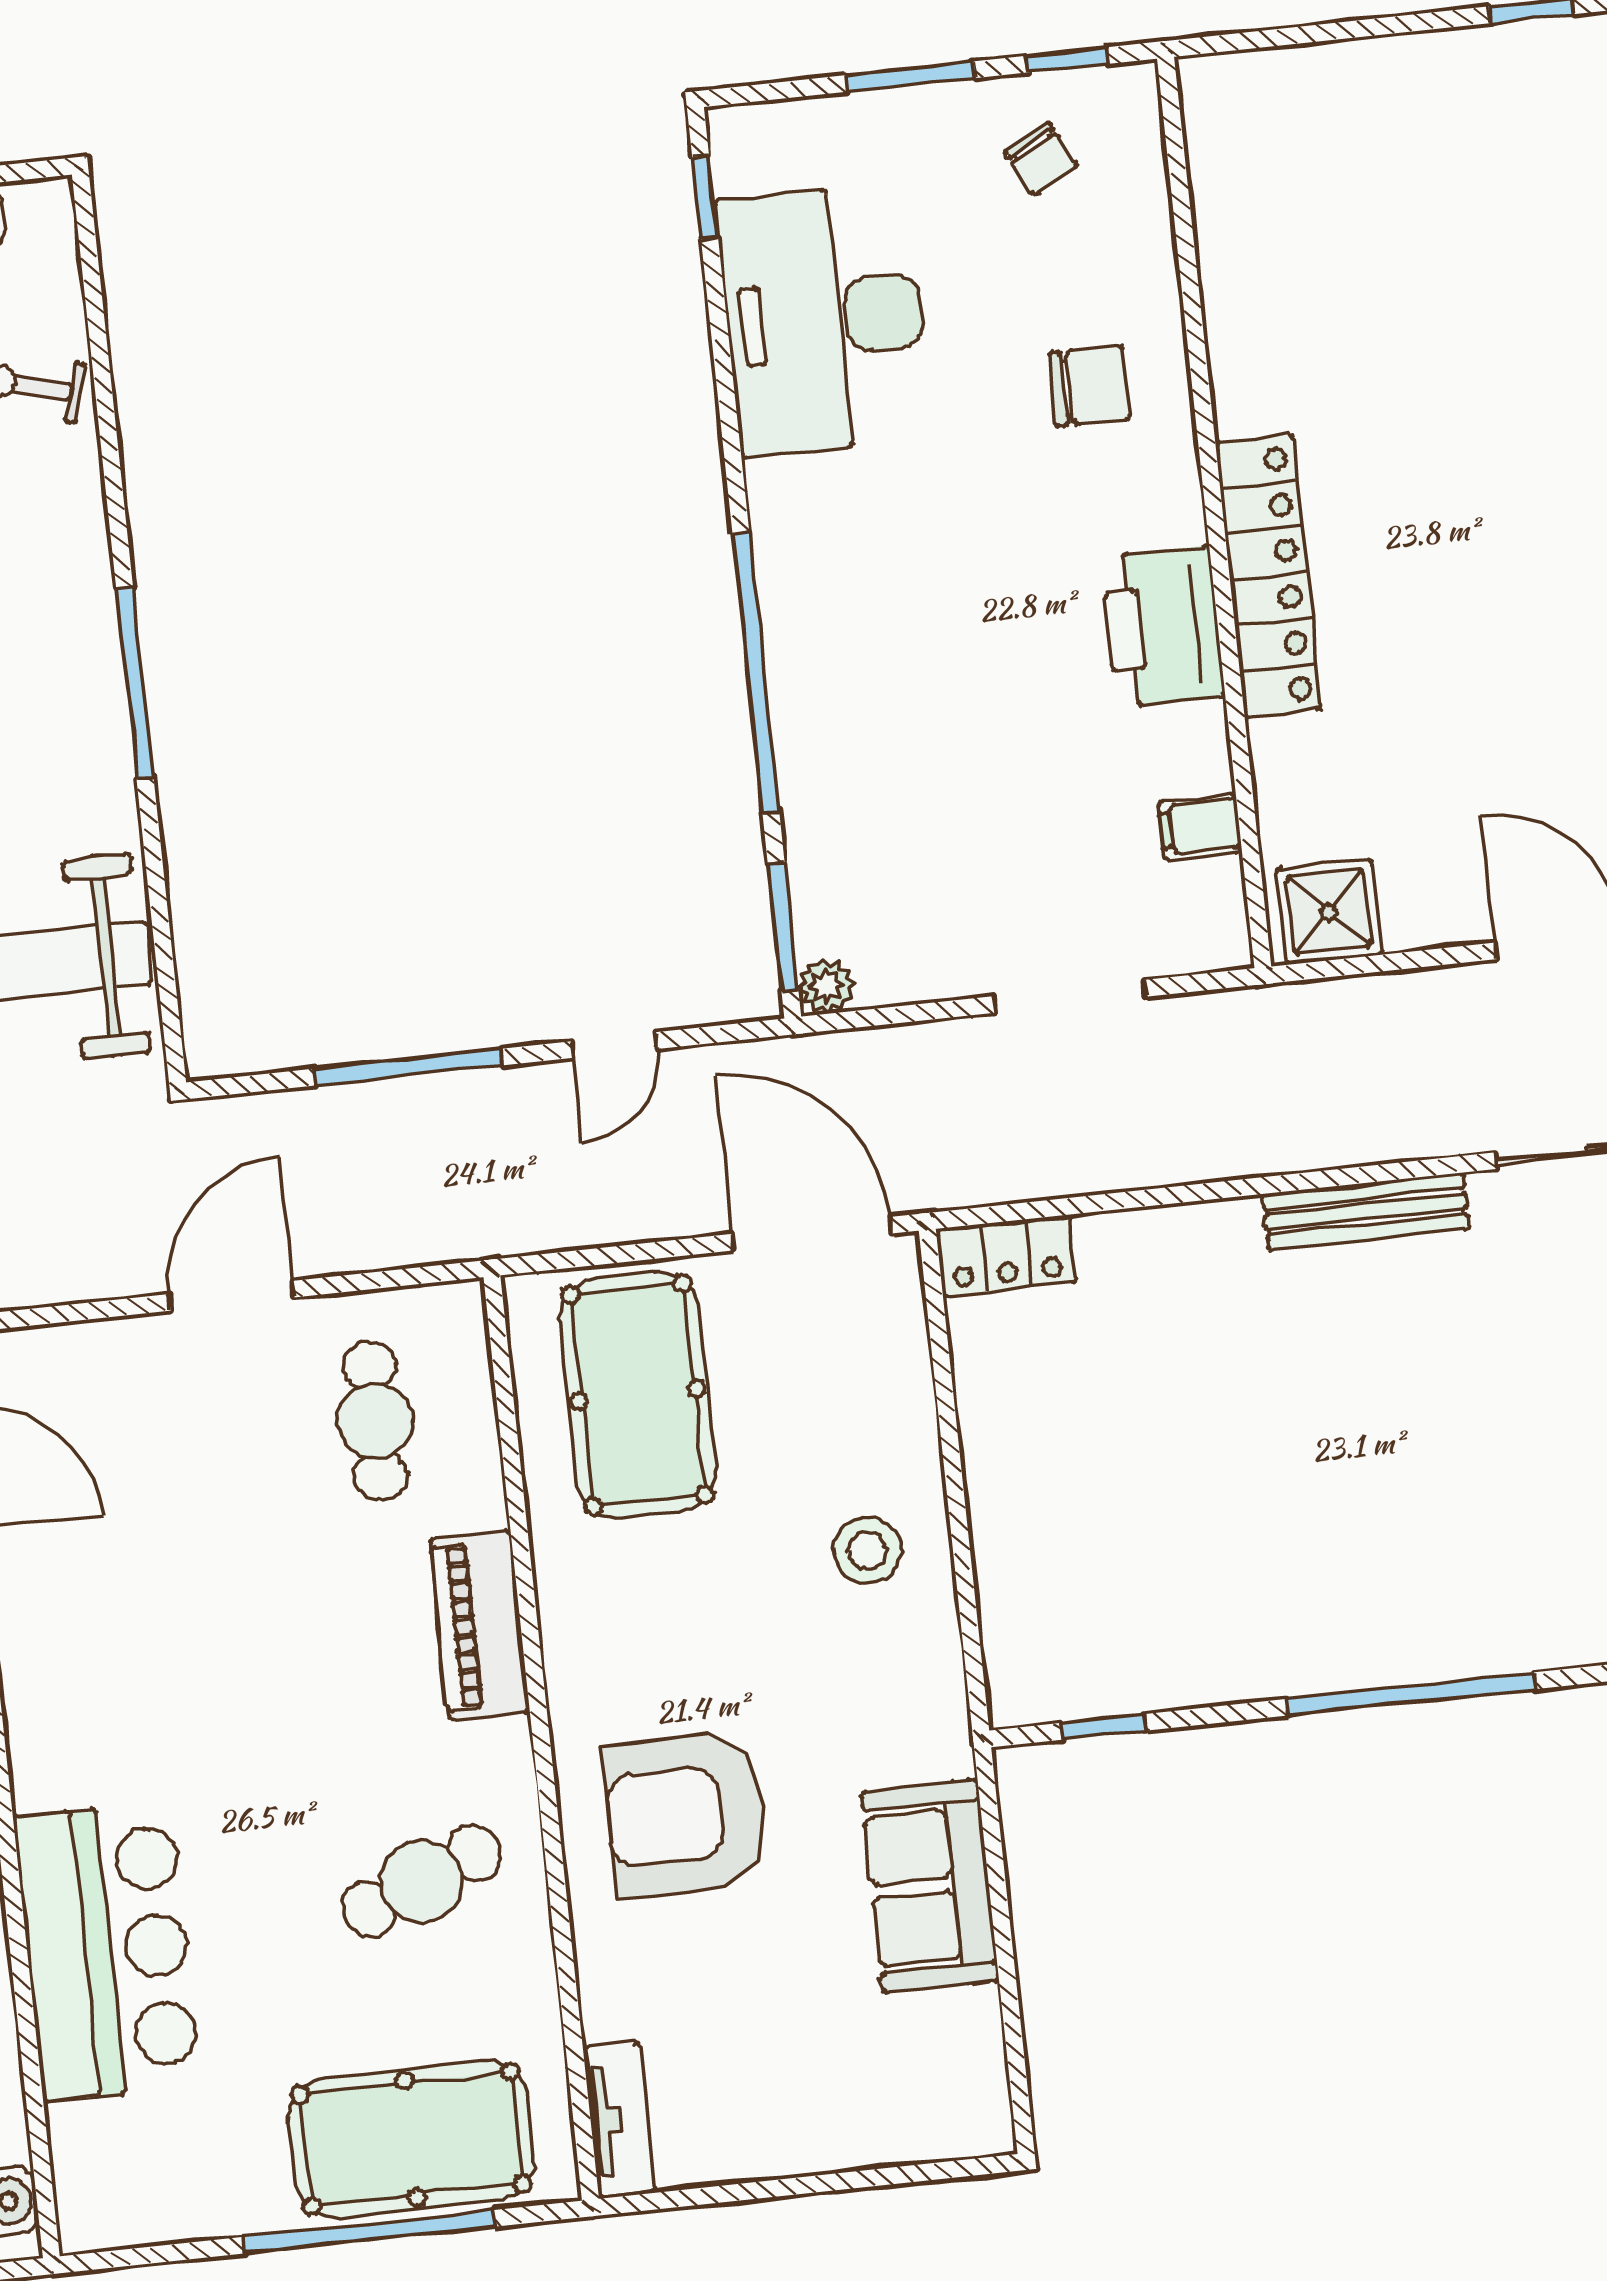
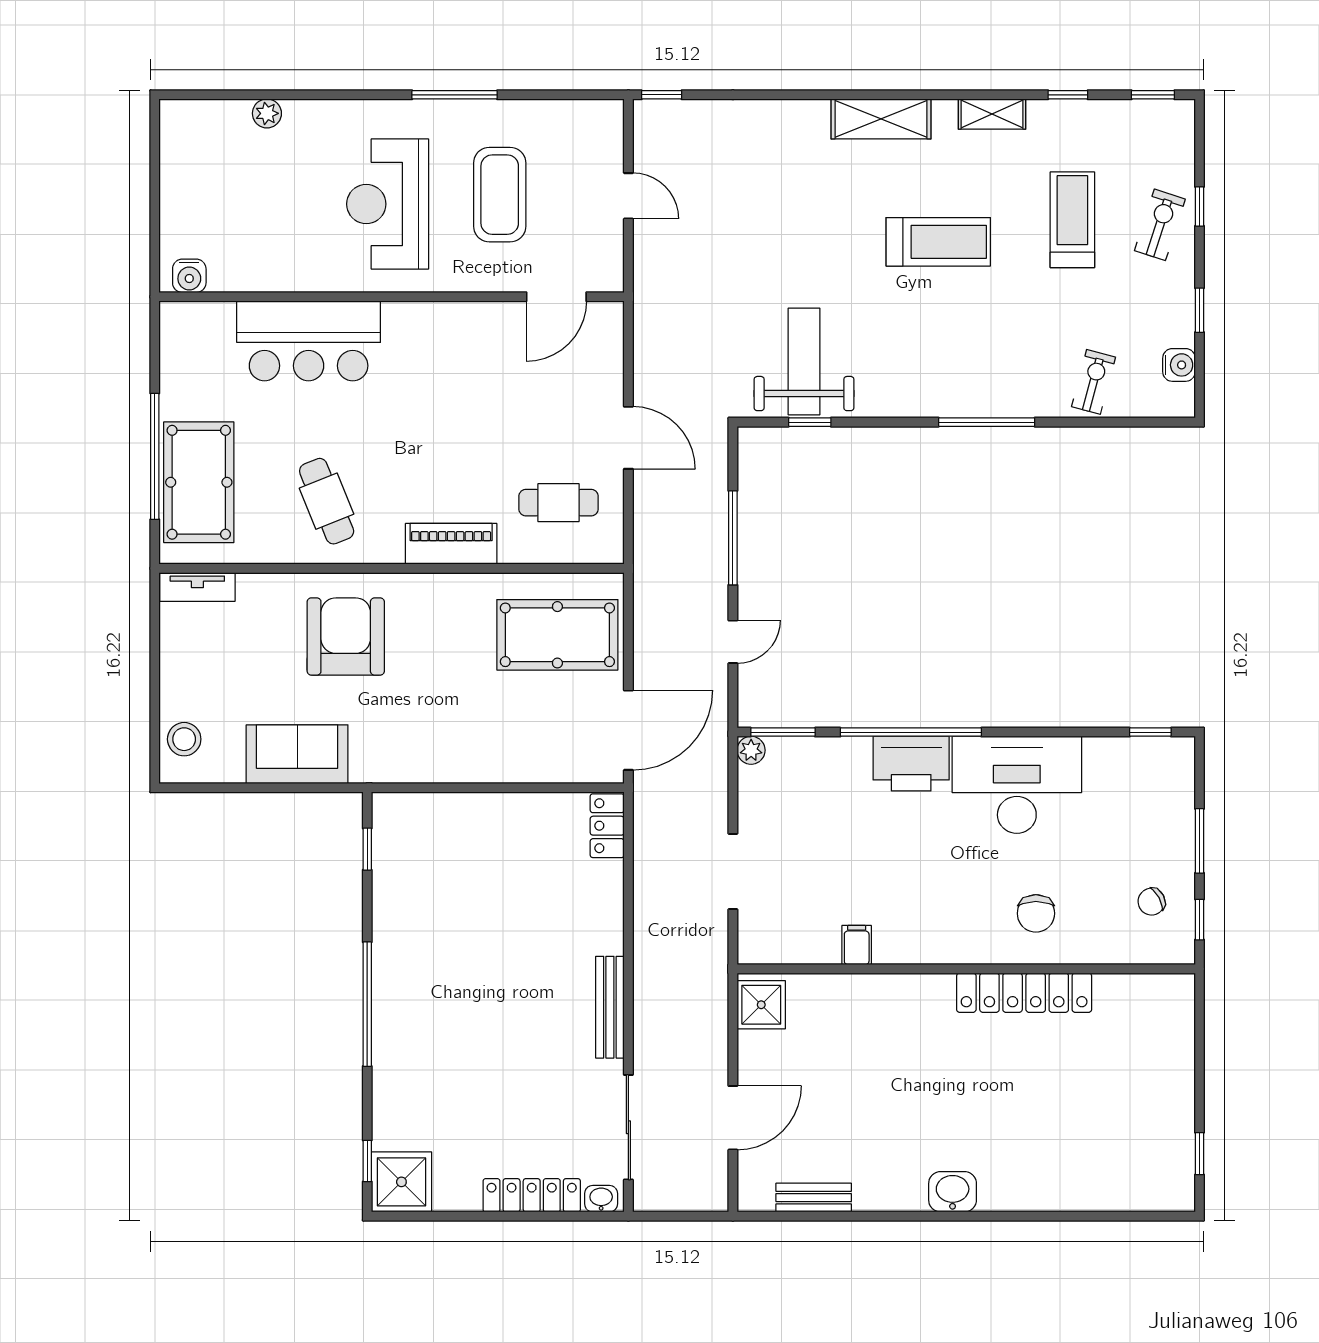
desk: (824, 319) -> (1017, 785), moved
locker: (1269, 576) -> (1024, 993), moved
printer: (1163, 626) -> (911, 764), moved, turned 180
window: (135, 683) -> (987, 422), moved
filing cabinet: (1200, 827) -> (857, 945), moved
window: (162, 939) -> (810, 422), added
door: (614, 1045) -> (733, 642), swing flipped
stool: (867, 1550) -> (184, 739), moved

